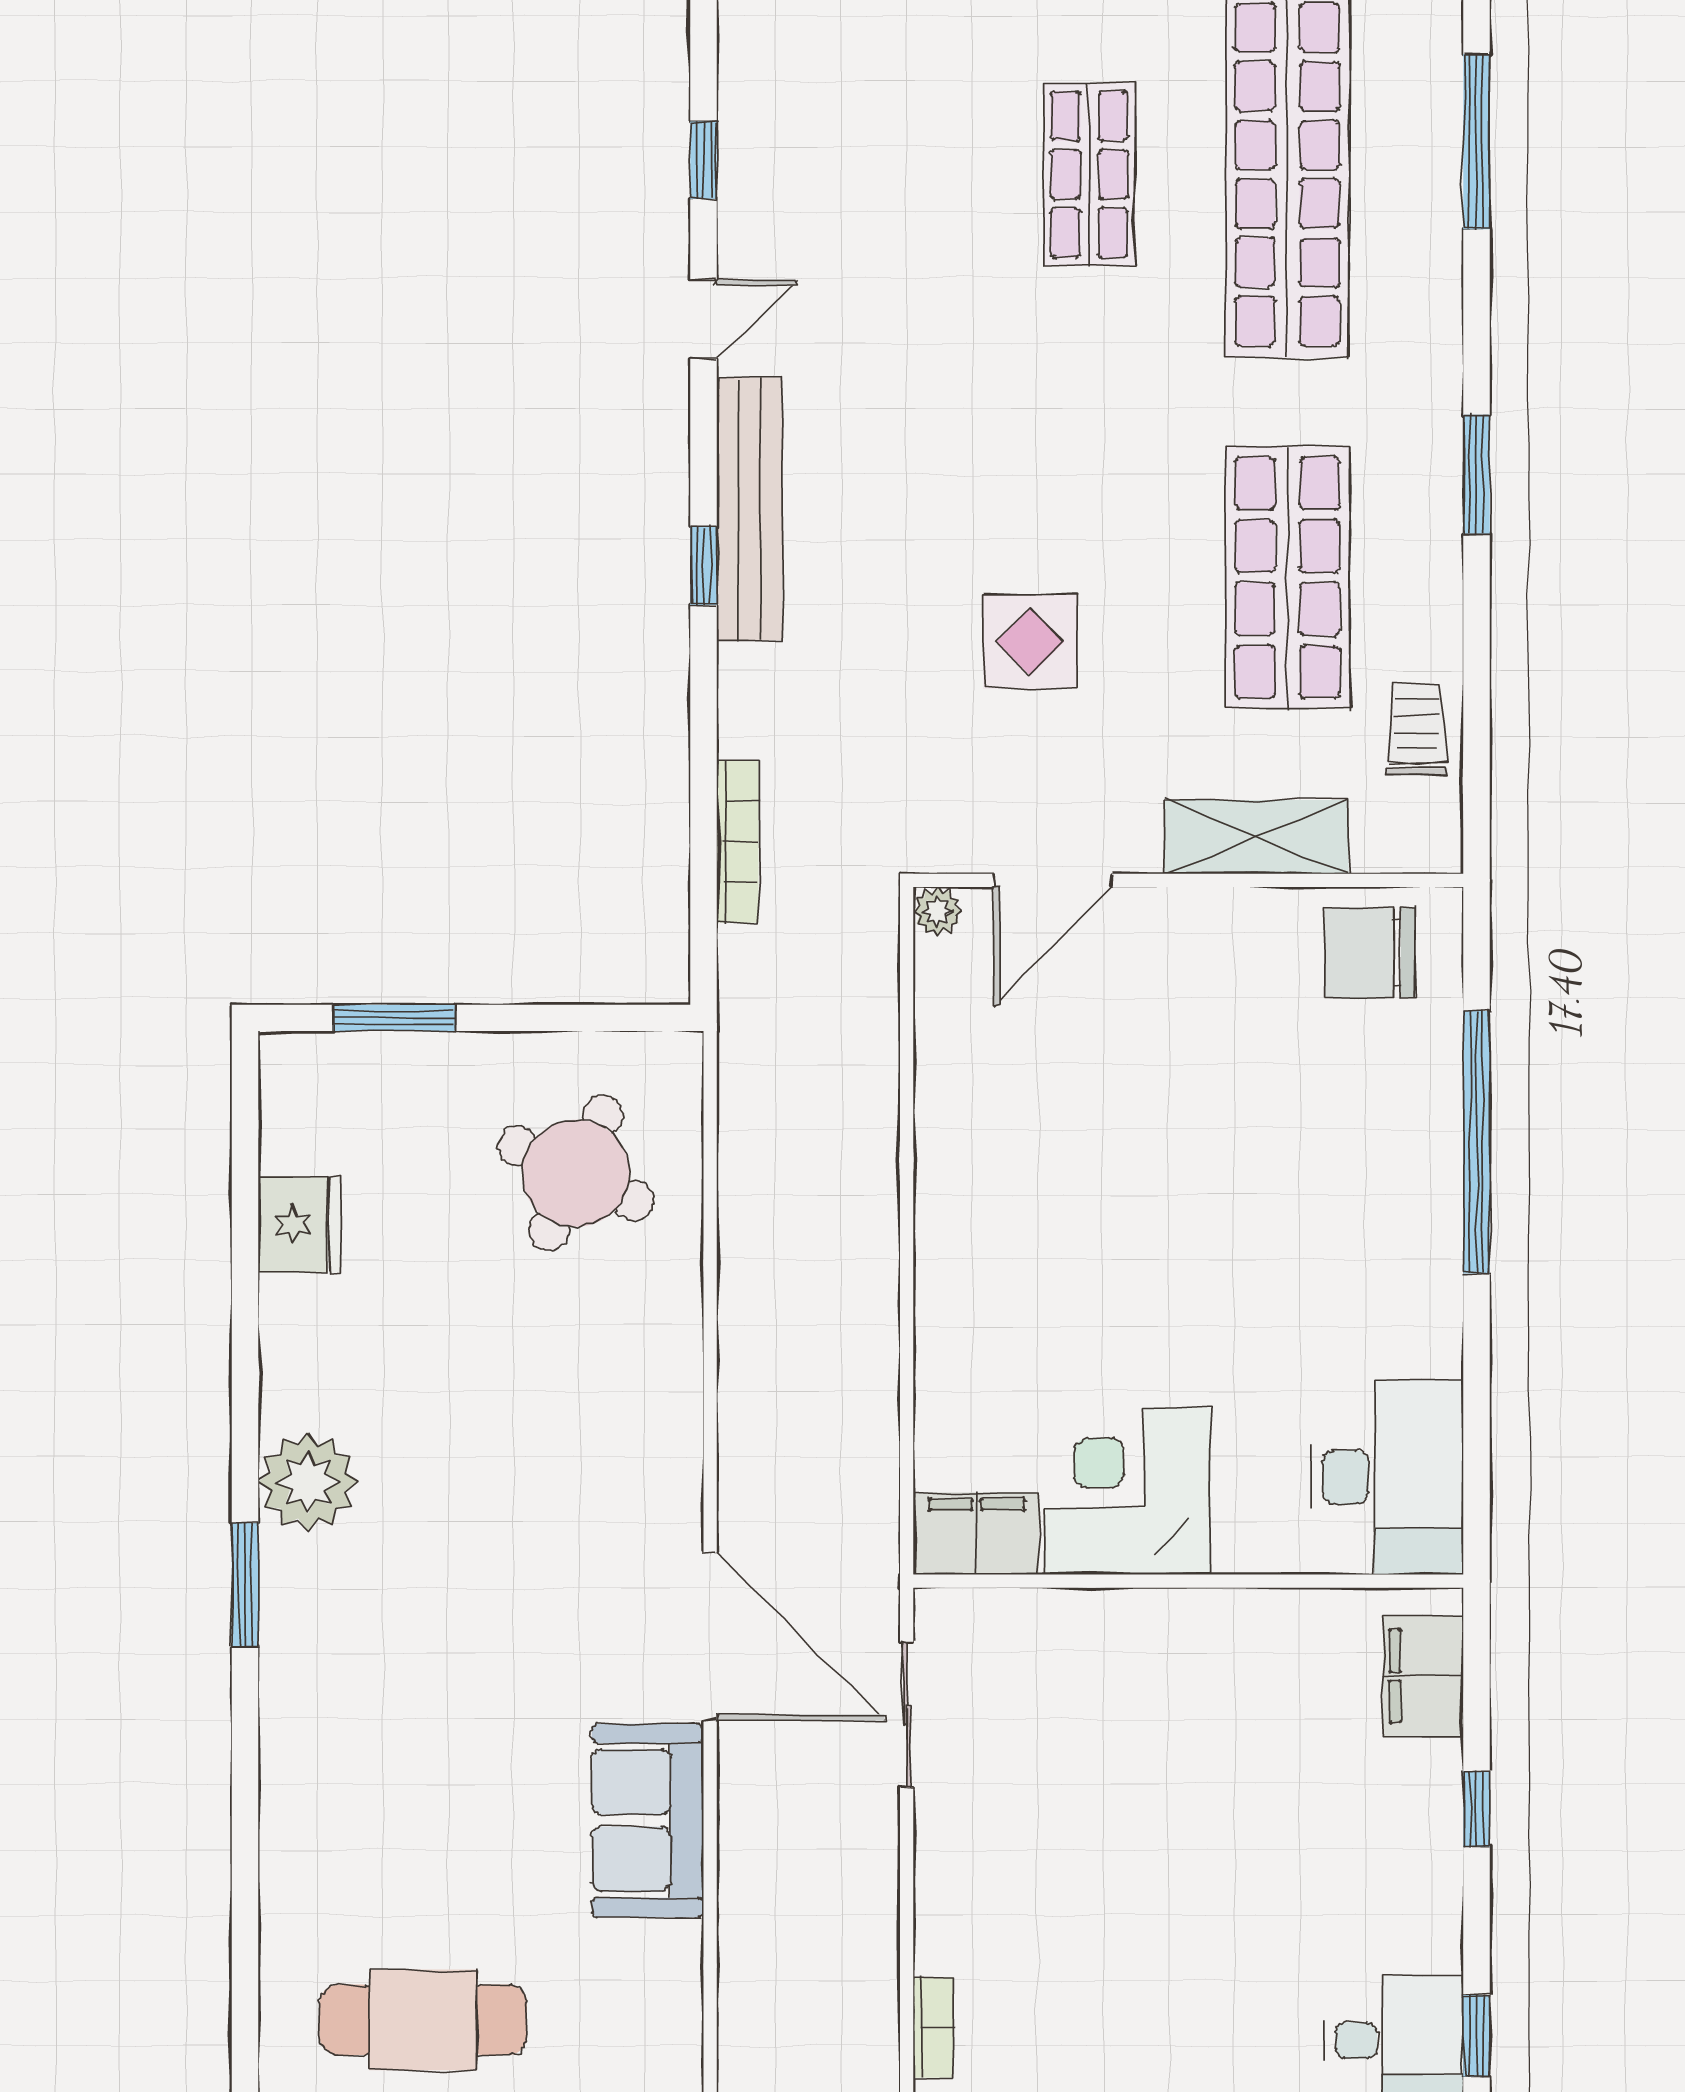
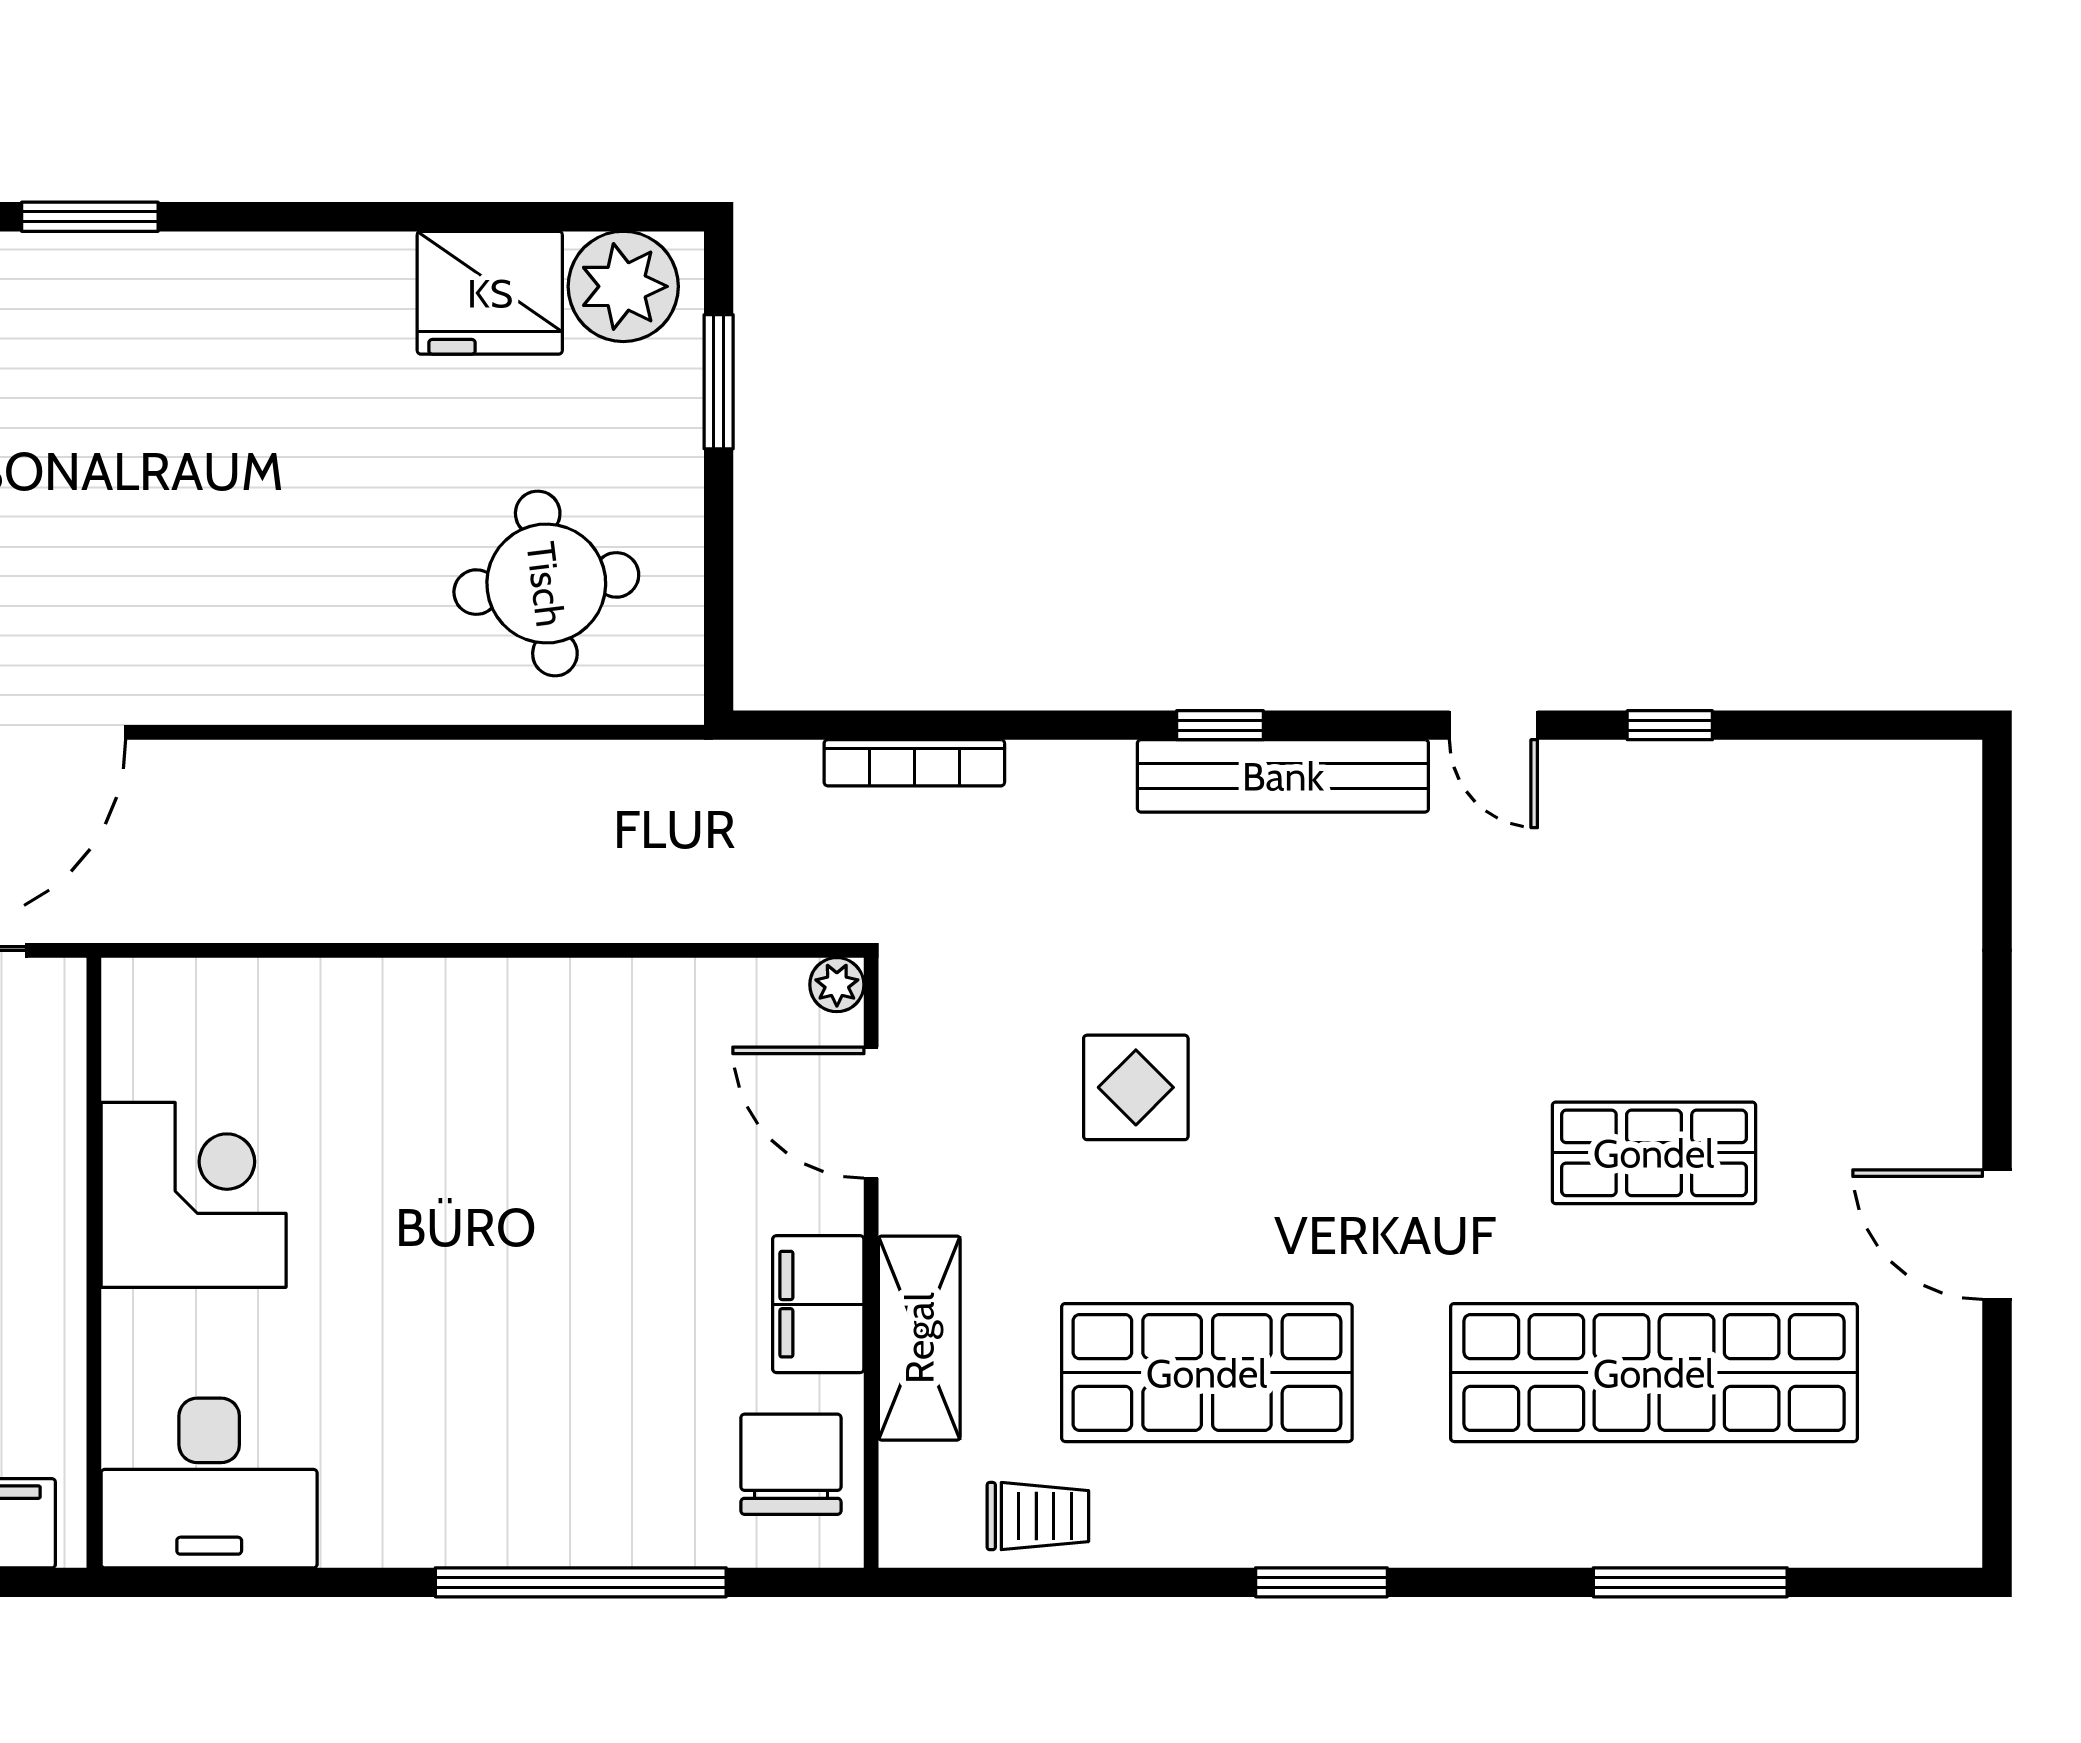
round table: (576, 1173) -> (546, 584), turned -32
fridge: (300, 1224) -> (490, 293), width x1.36, depth x1.34
plant: (308, 1482) -> (623, 286), moved
filing cabinet: (977, 1534) -> (818, 1304), moved, turned 180

